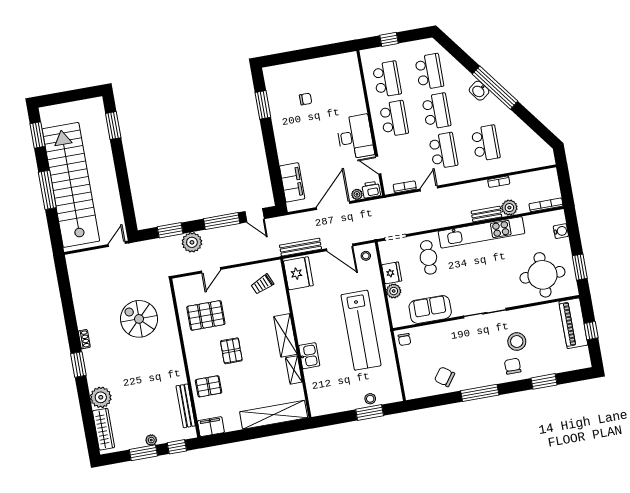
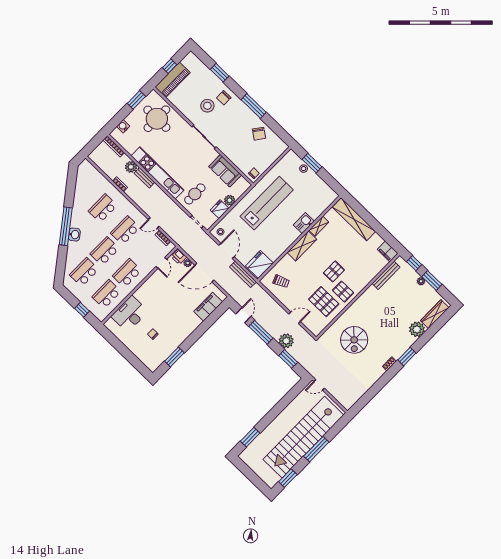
desk: (355, 137) -> (130, 314), moved
pallet: (209, 386) -> (343, 292), moved

